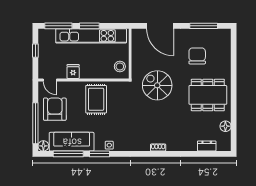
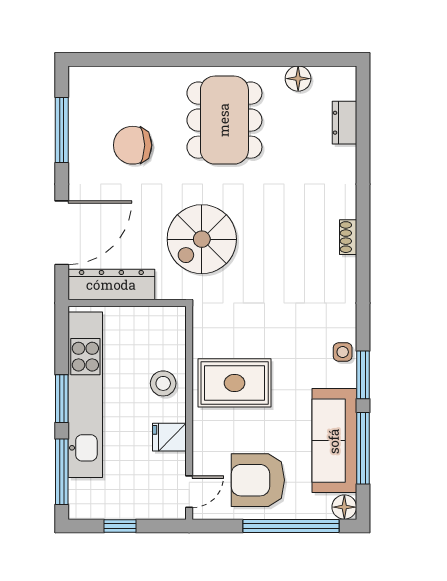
dresser: (138, 47) -> (111, 285), added
stool: (120, 67) -> (163, 383), moved

